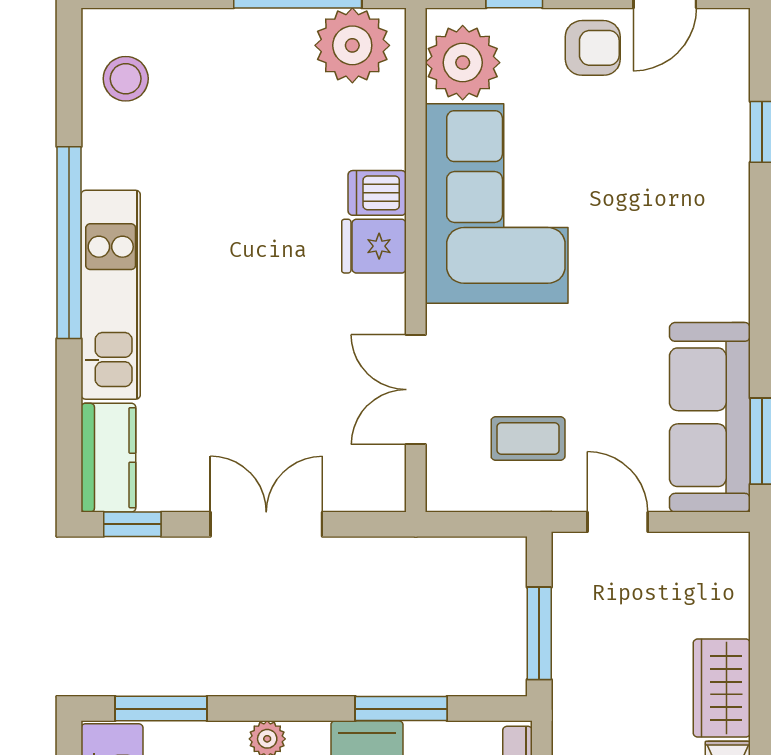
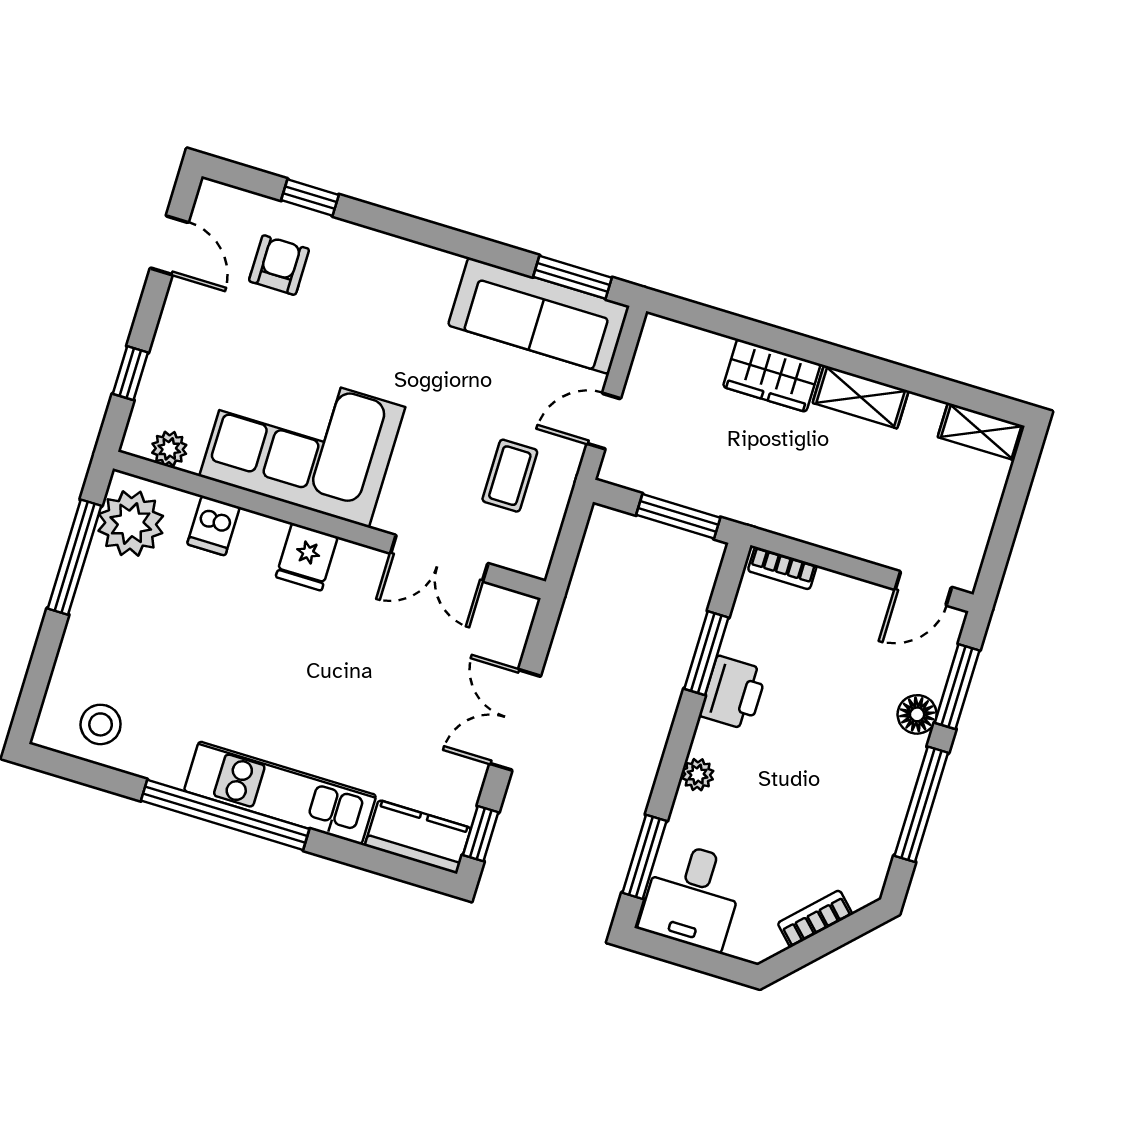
armchair: (593, 48) -> (279, 265), moved
plant: (463, 63) -> (169, 449), width x0.53, depth x0.53
dishwasher: (377, 193) -> (213, 526), moved

